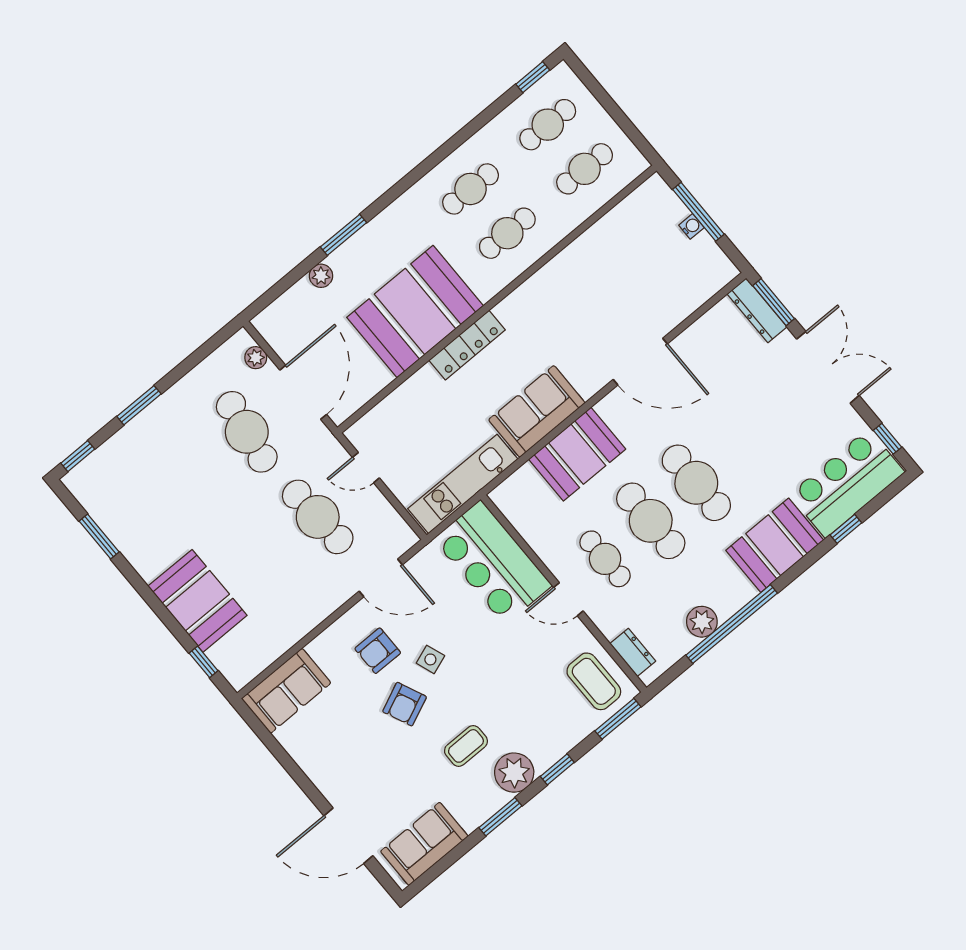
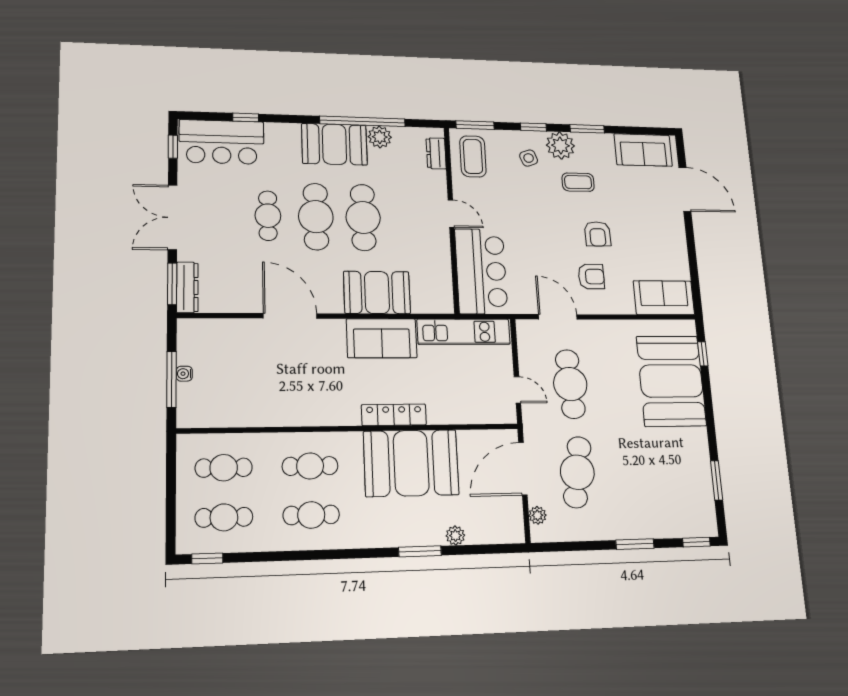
booth: (775, 545) -> (334, 144), moved
cafe table: (605, 559) -> (268, 216), moved
booth: (197, 601) -> (671, 381), width x1.36, depth x1.42
side table: (430, 659) -> (529, 158), moved
armchair: (405, 704) -> (598, 234), turned 113

